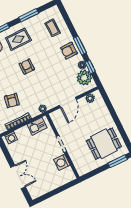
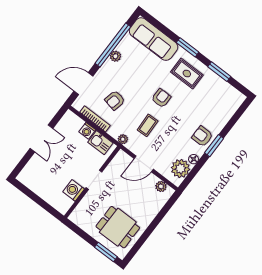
coffee table: (52, 28) -> (148, 125), moved
window: (90, 67) -> (196, 169), removed
washing machine: (11, 138) -> (87, 131), moved
double door: (18, 177) -> (42, 138), moved

